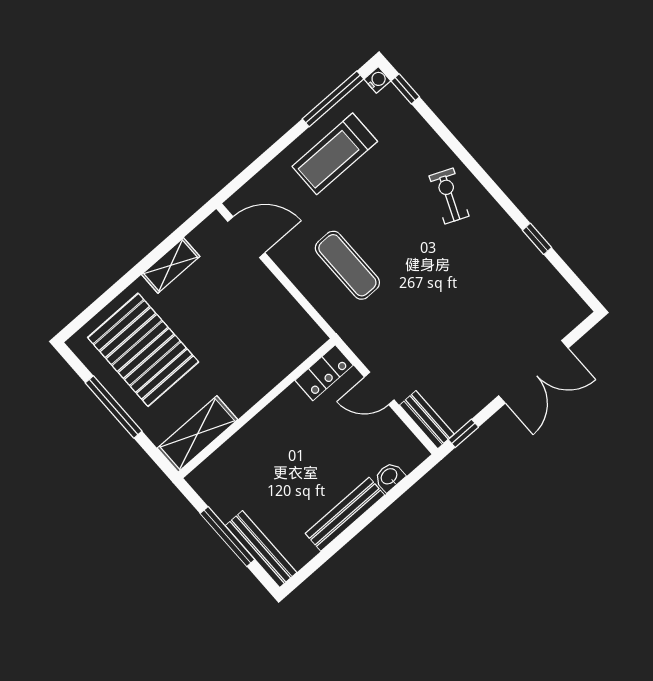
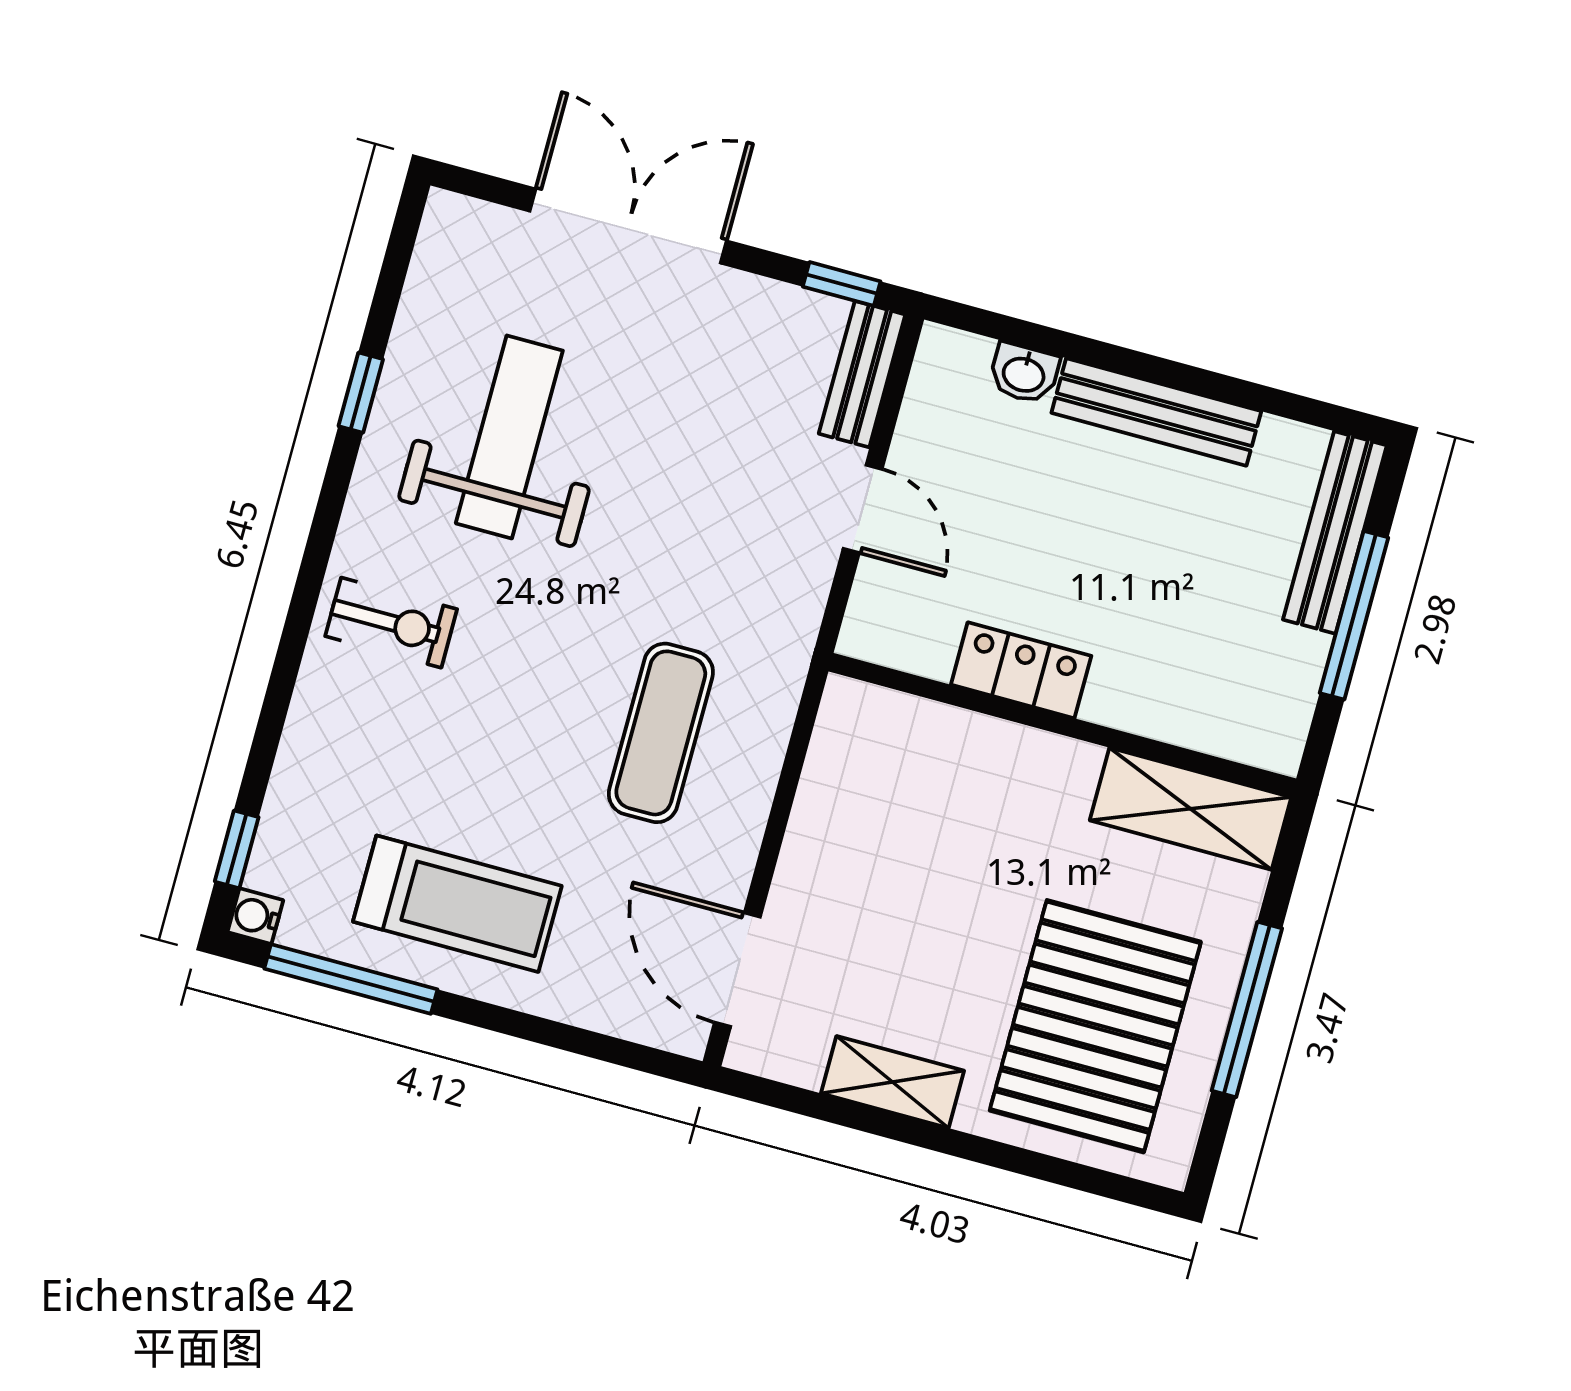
exercise bike: (449, 196) -> (391, 623), turned -113
weight bench: (487, 281) -> (509, 437), added
locker: (324, 373) -> (1021, 670), moved

